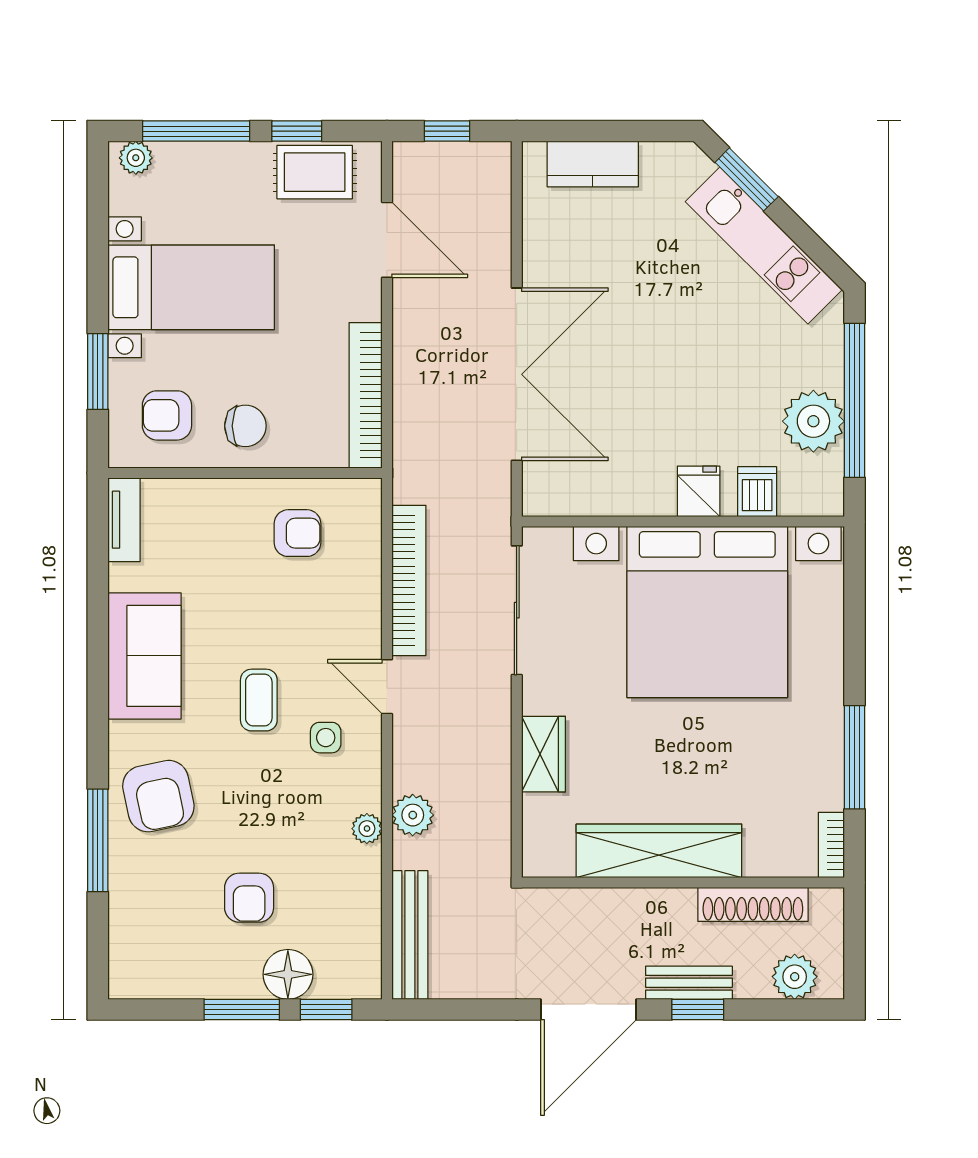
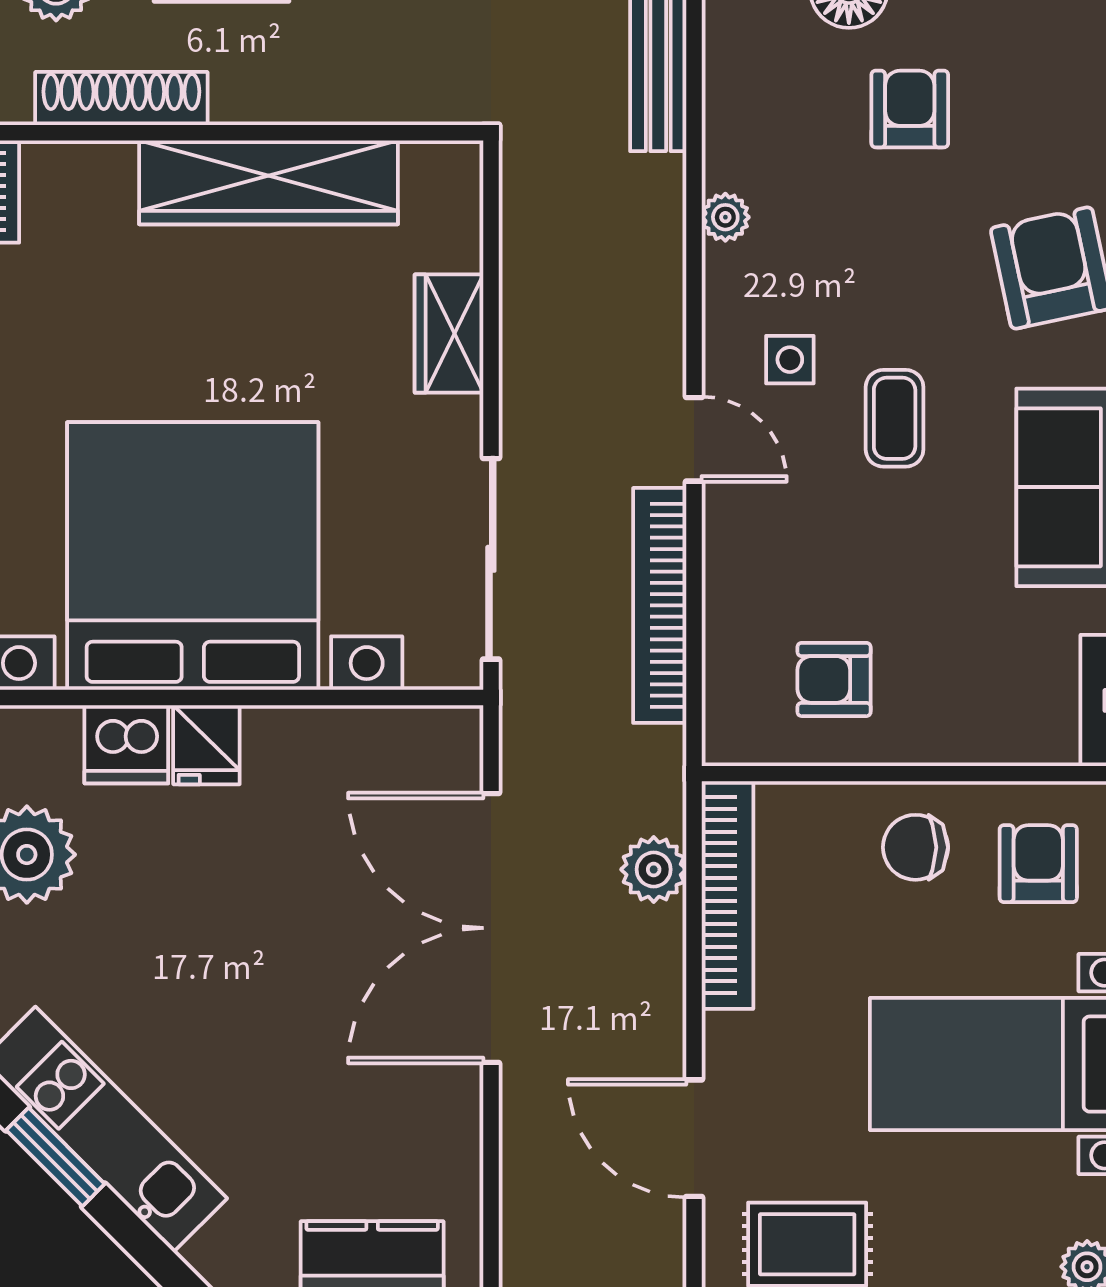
window: (747, 179) -> (55, 1157), moved
armchair: (167, 415) -> (1038, 864), turned -90
dishwasher: (757, 492) -> (126, 744), width x1.38
plant: (413, 815) -> (654, 869), moved

